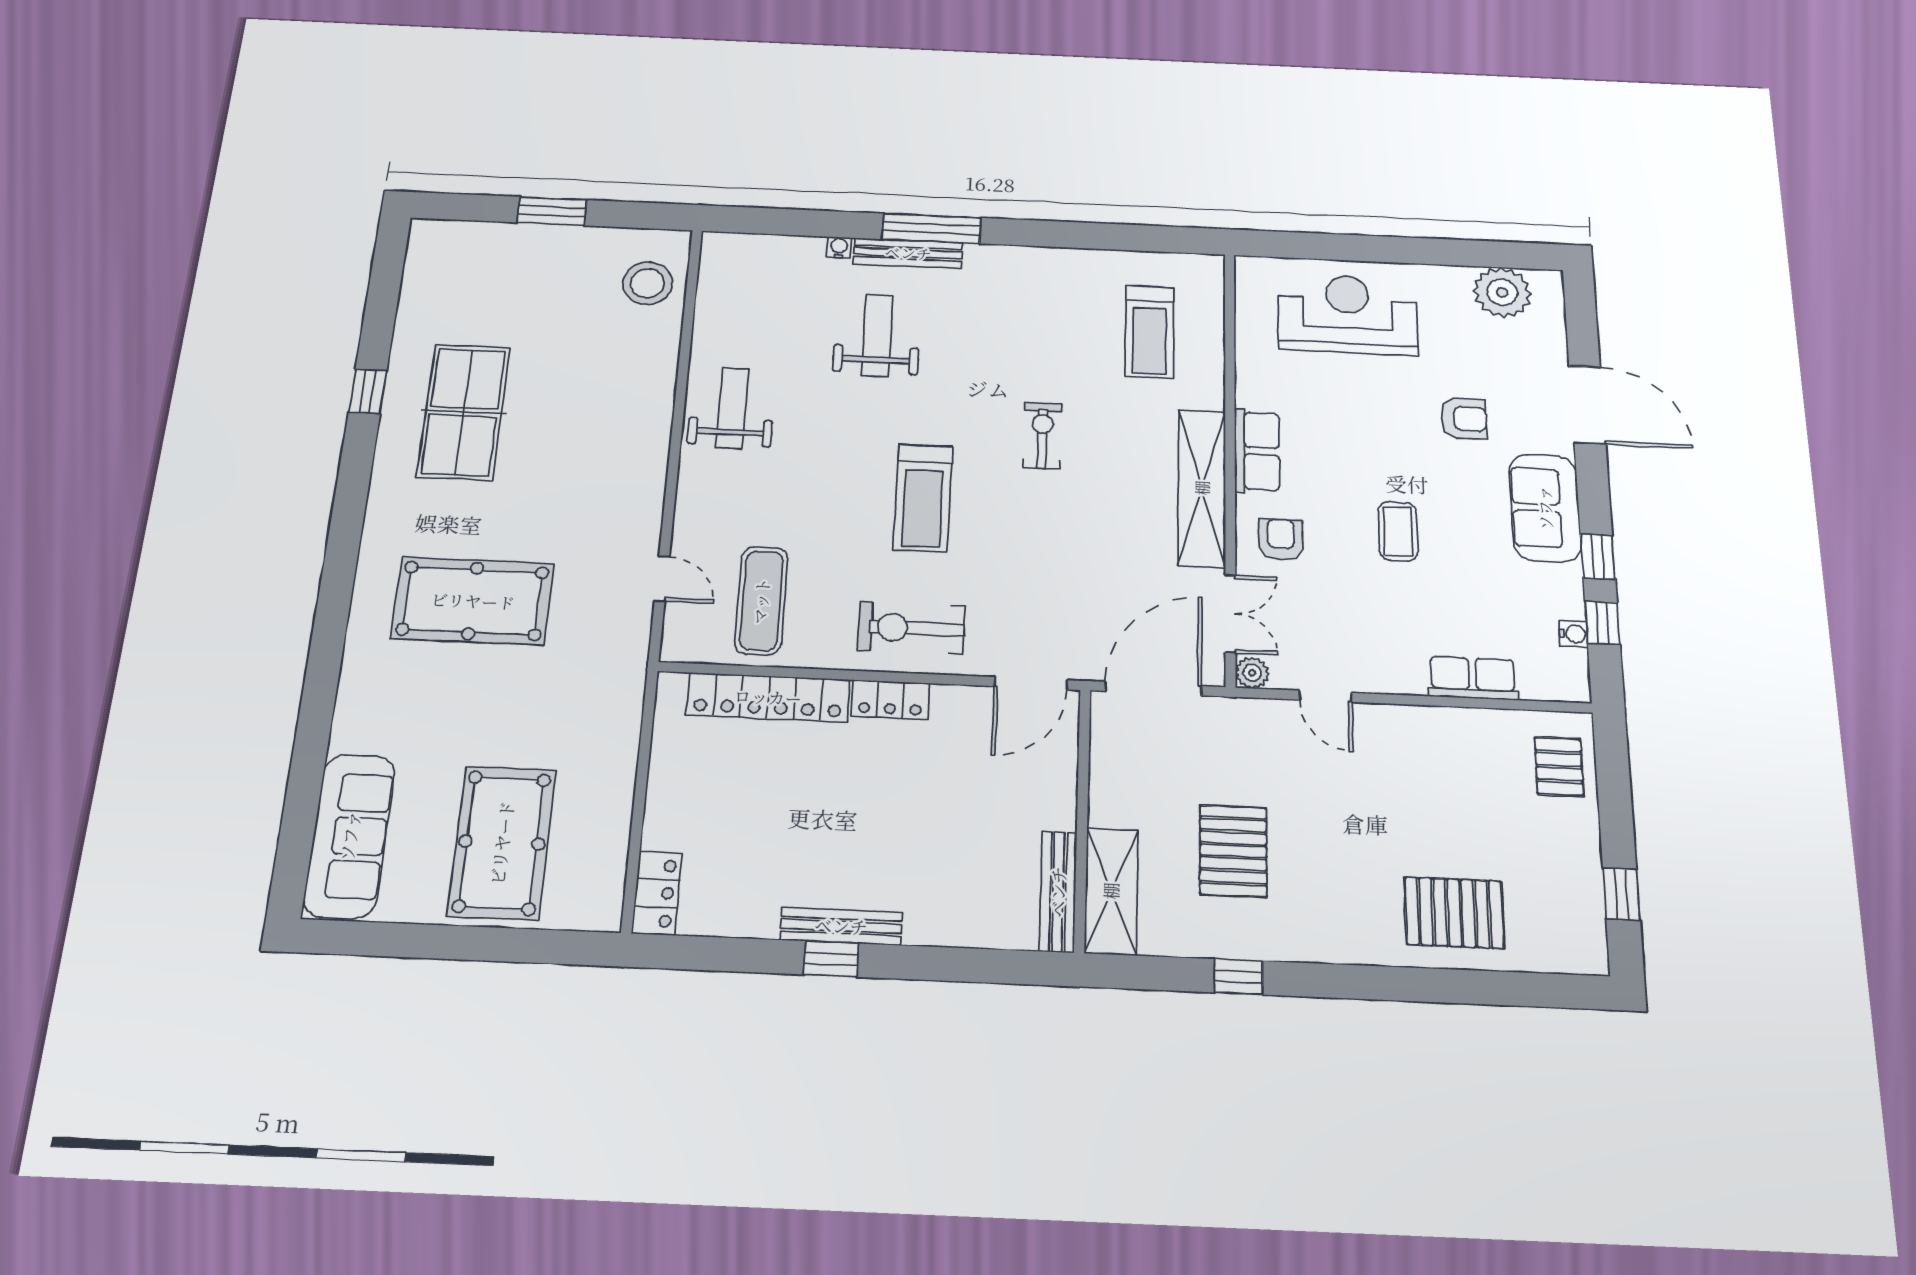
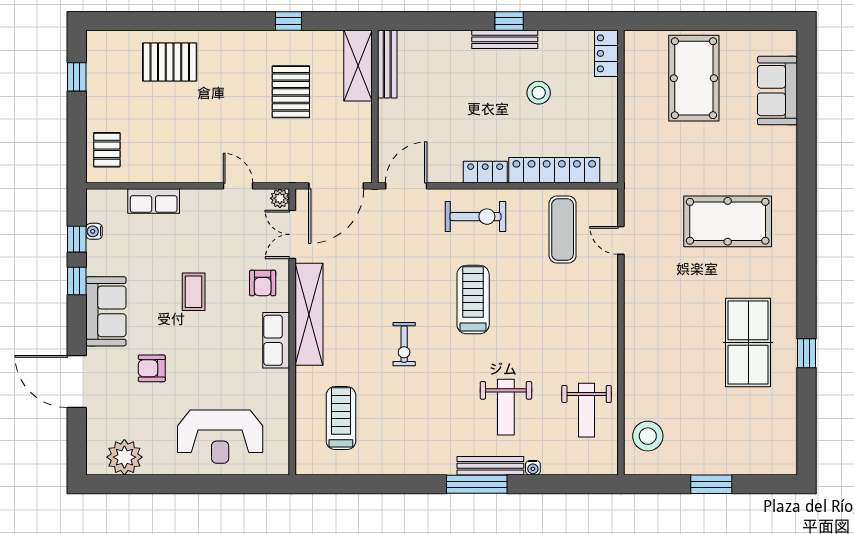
weight bench: (732, 408) -> (587, 410), moved
stool: (786, 830) -> (539, 93), added
sofa: (350, 836) -> (777, 91), width x0.73

